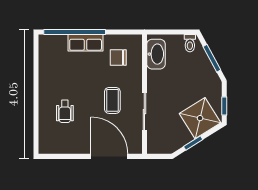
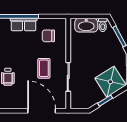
washbasin: (156, 54) -> (86, 25), moved, turned 90

